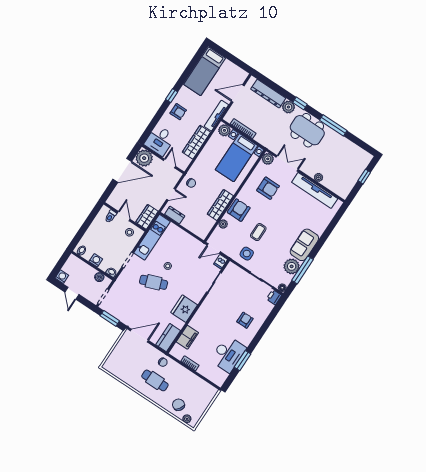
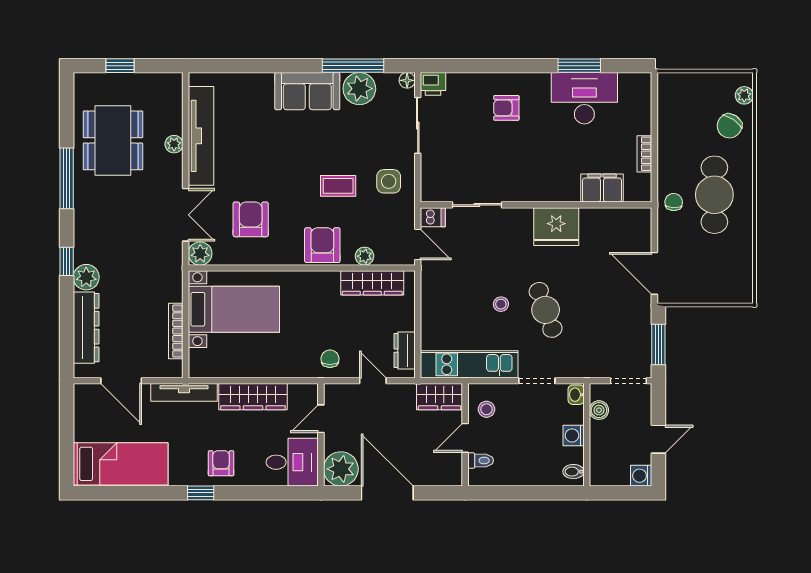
plant: (224, 130) -> (200, 362), removed
dining table: (307, 130) -> (113, 140), moved
double door: (287, 163) -> (186, 215), swing flipped
wardrobe: (220, 205) -> (372, 283), moved
armchair: (239, 210) -> (322, 245), turned 90
kitchen counter: (168, 338) -> (625, 221), removed
cafe table: (155, 380) -> (714, 195), width x1.37, depth x1.35

